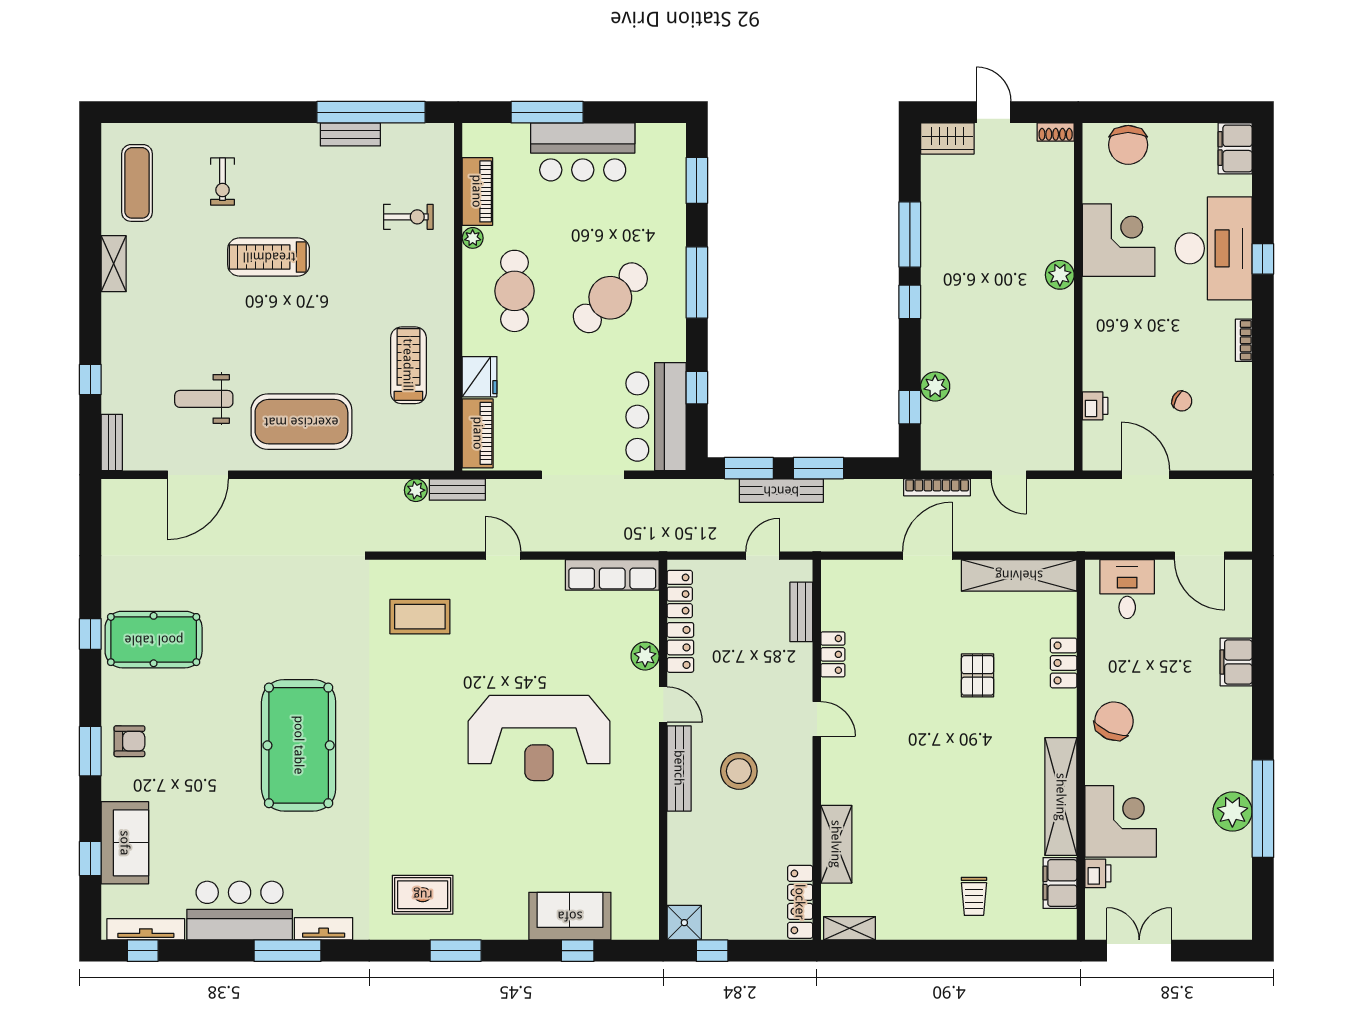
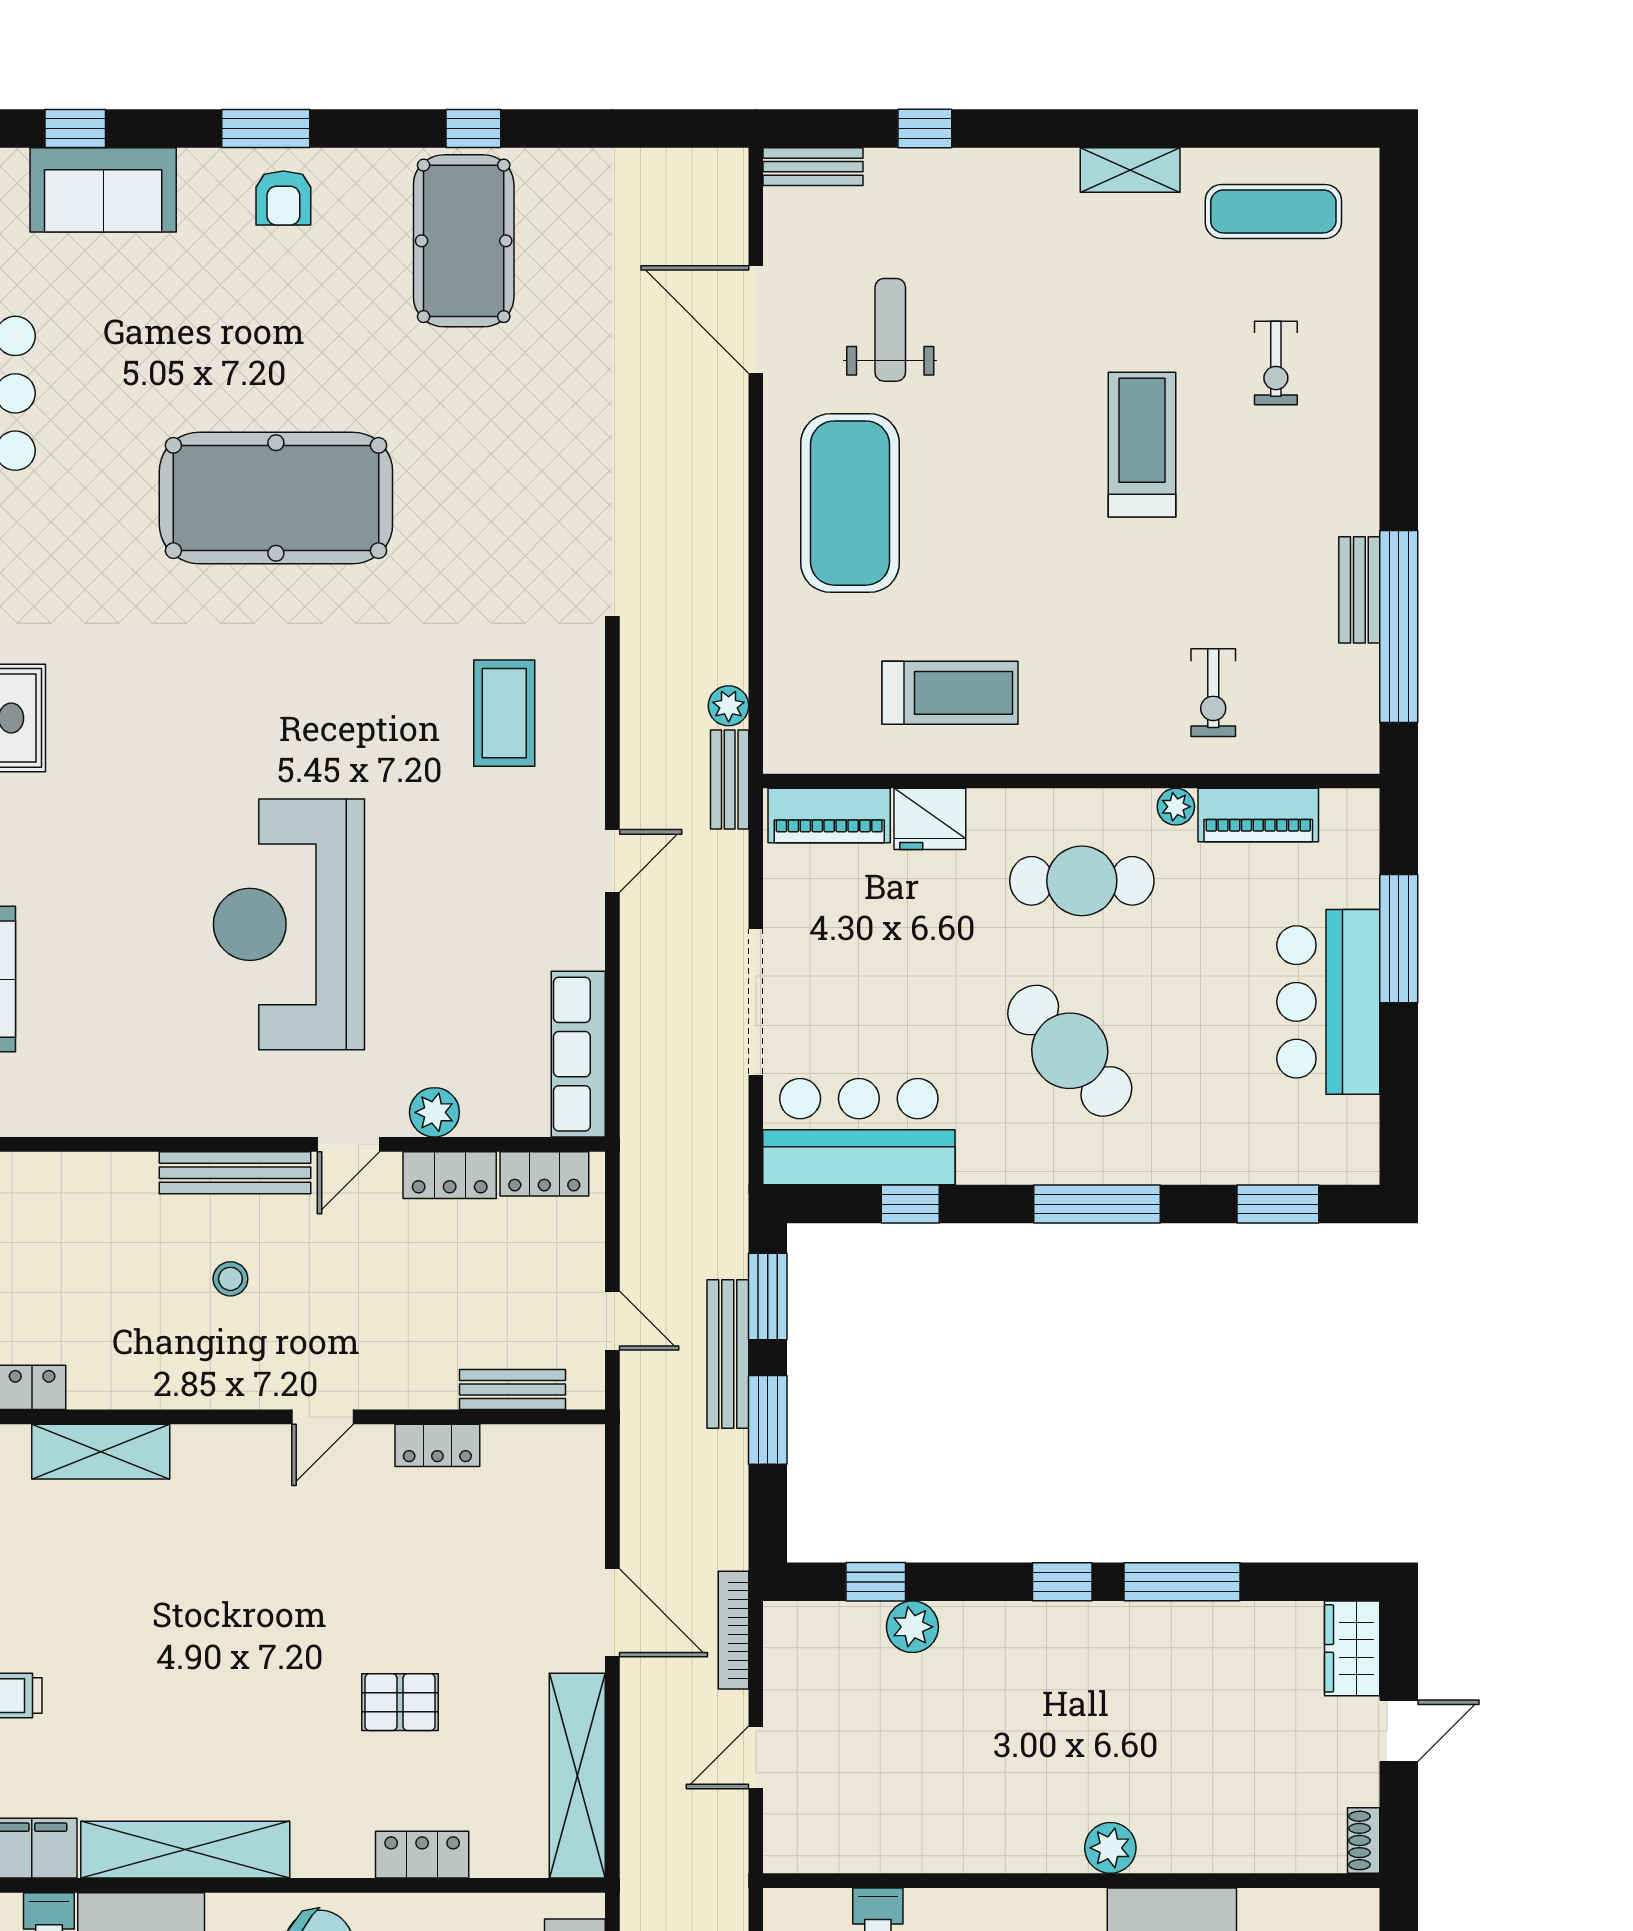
exercise bike: (222, 182) -> (1276, 363), turned -90
stool: (739, 771) -> (230, 1279), width x0.53, depth x0.53

